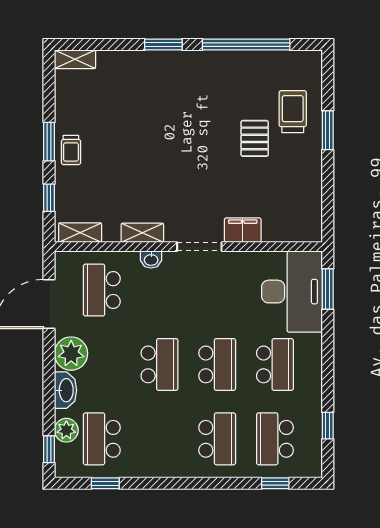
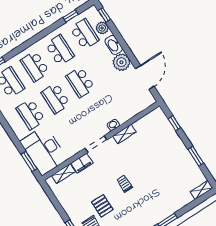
window: (49, 142) -> (196, 156), moved
trolley: (71, 150) -> (125, 184), moved
shelving: (80, 233) -> (63, 174), moved
school desk: (102, 290) -> (60, 50), moved

